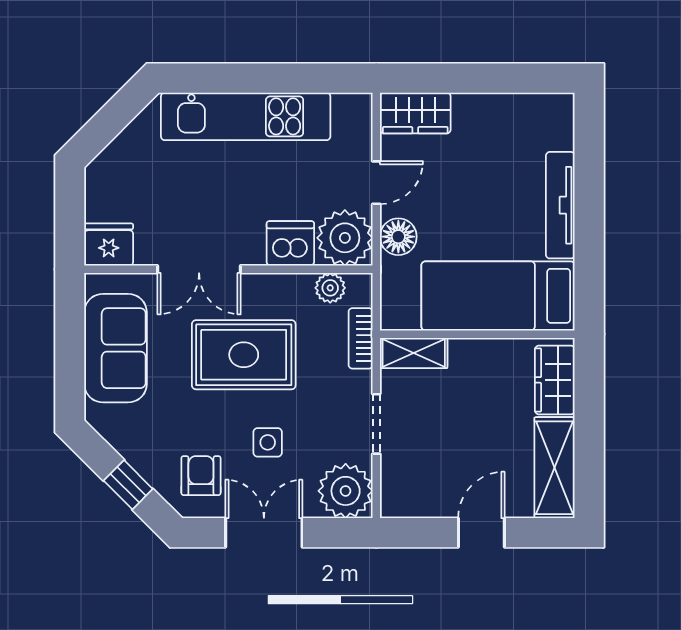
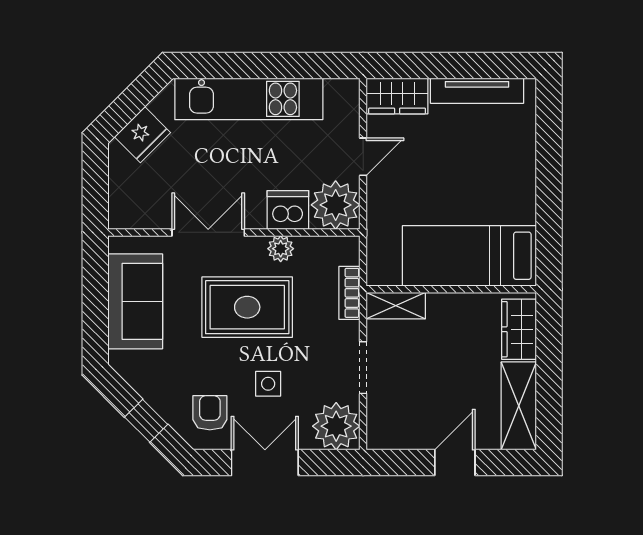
tv unit: (560, 205) -> (477, 91), moved, turned -90
floor lamp: (398, 237) -> (382, 204), removed
fridge: (109, 245) -> (142, 135), moved, turned 135
double door: (199, 269) -> (208, 232), swing flipped
plant: (330, 288) -> (281, 249), moved

